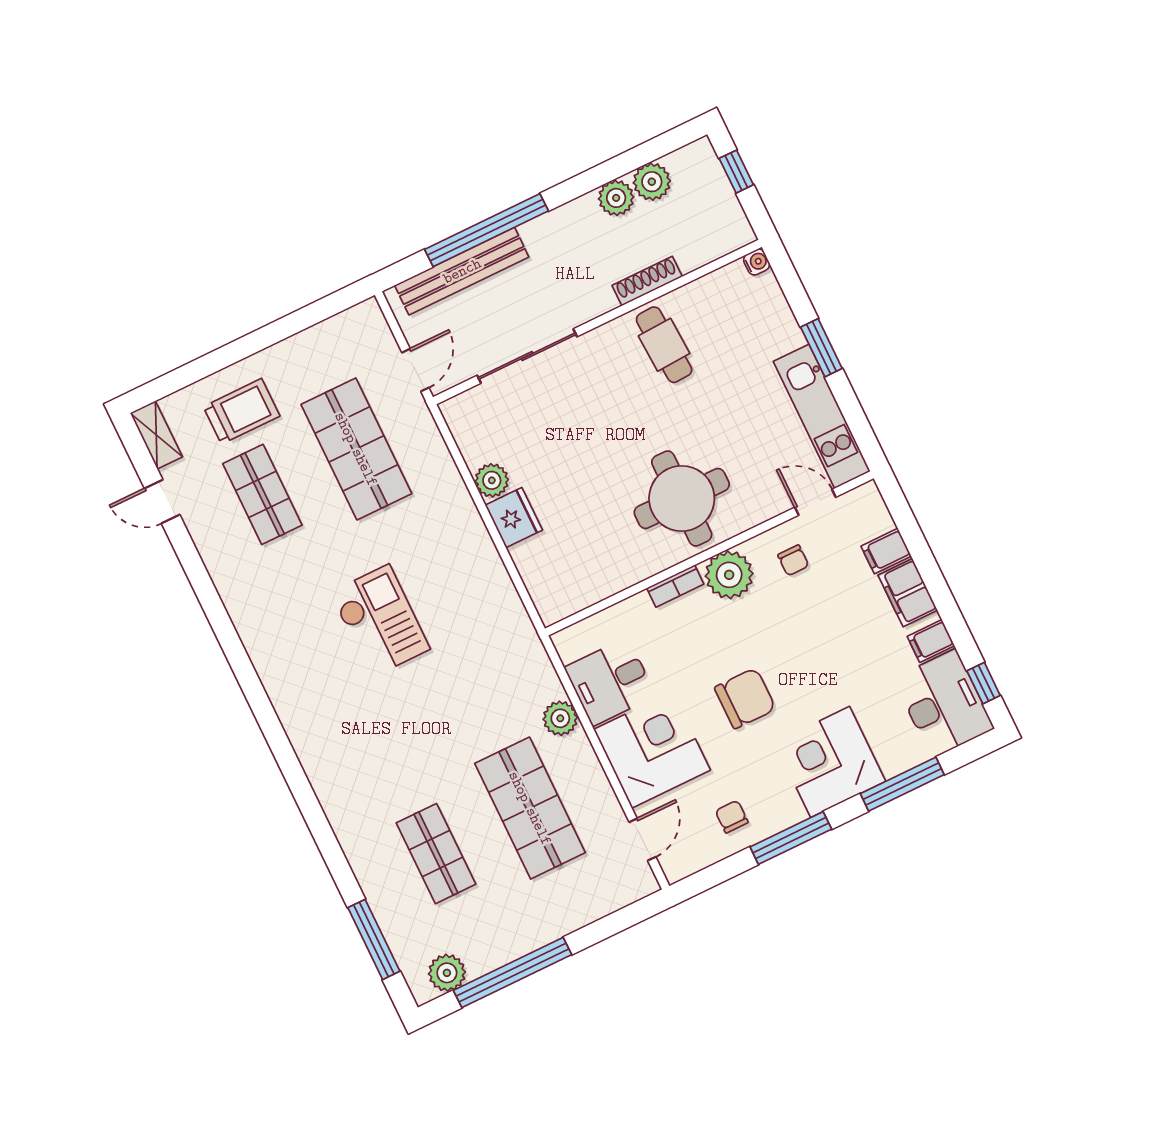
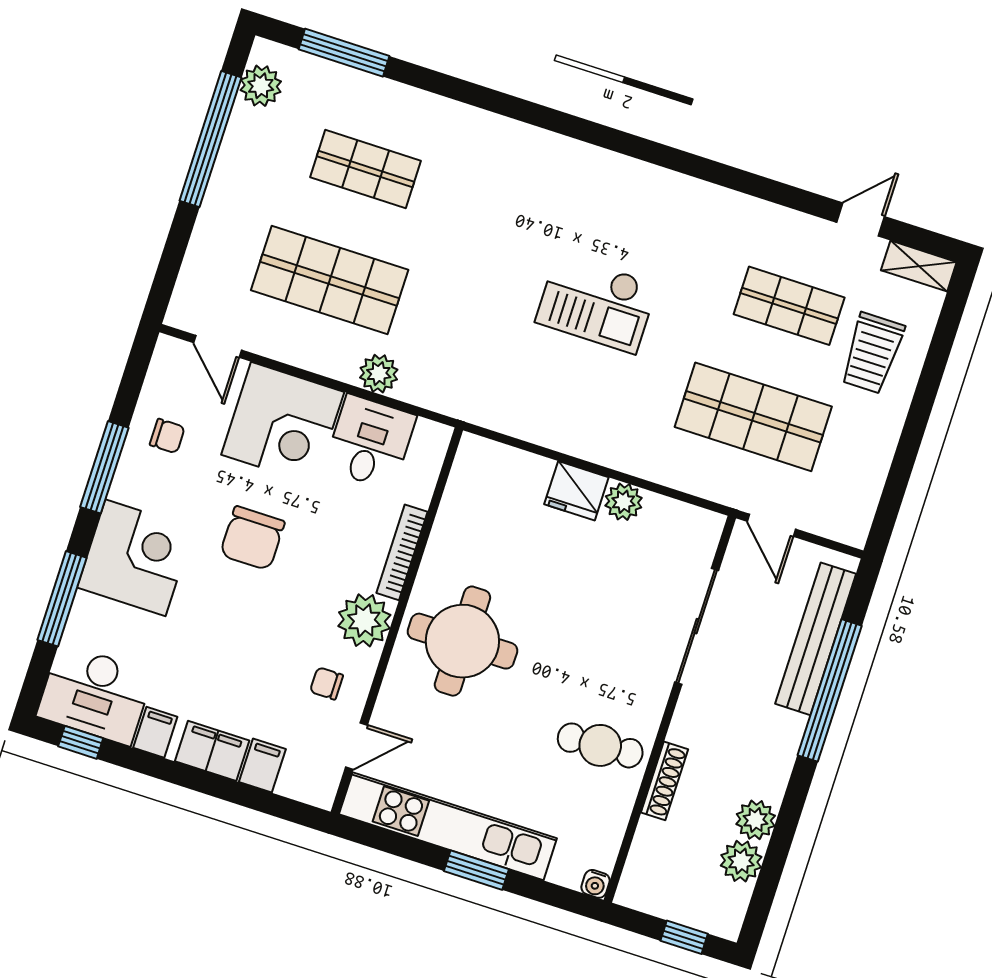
kitchen unit: (822, 416) -> (448, 826), width x1.36
bookcase: (675, 586) -> (402, 552), width x1.56

